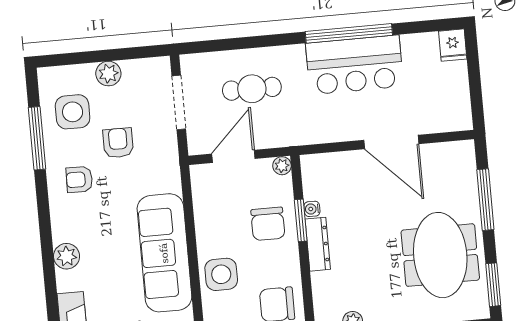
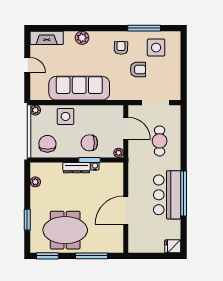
plant: (108, 74) -> (174, 68), removed

